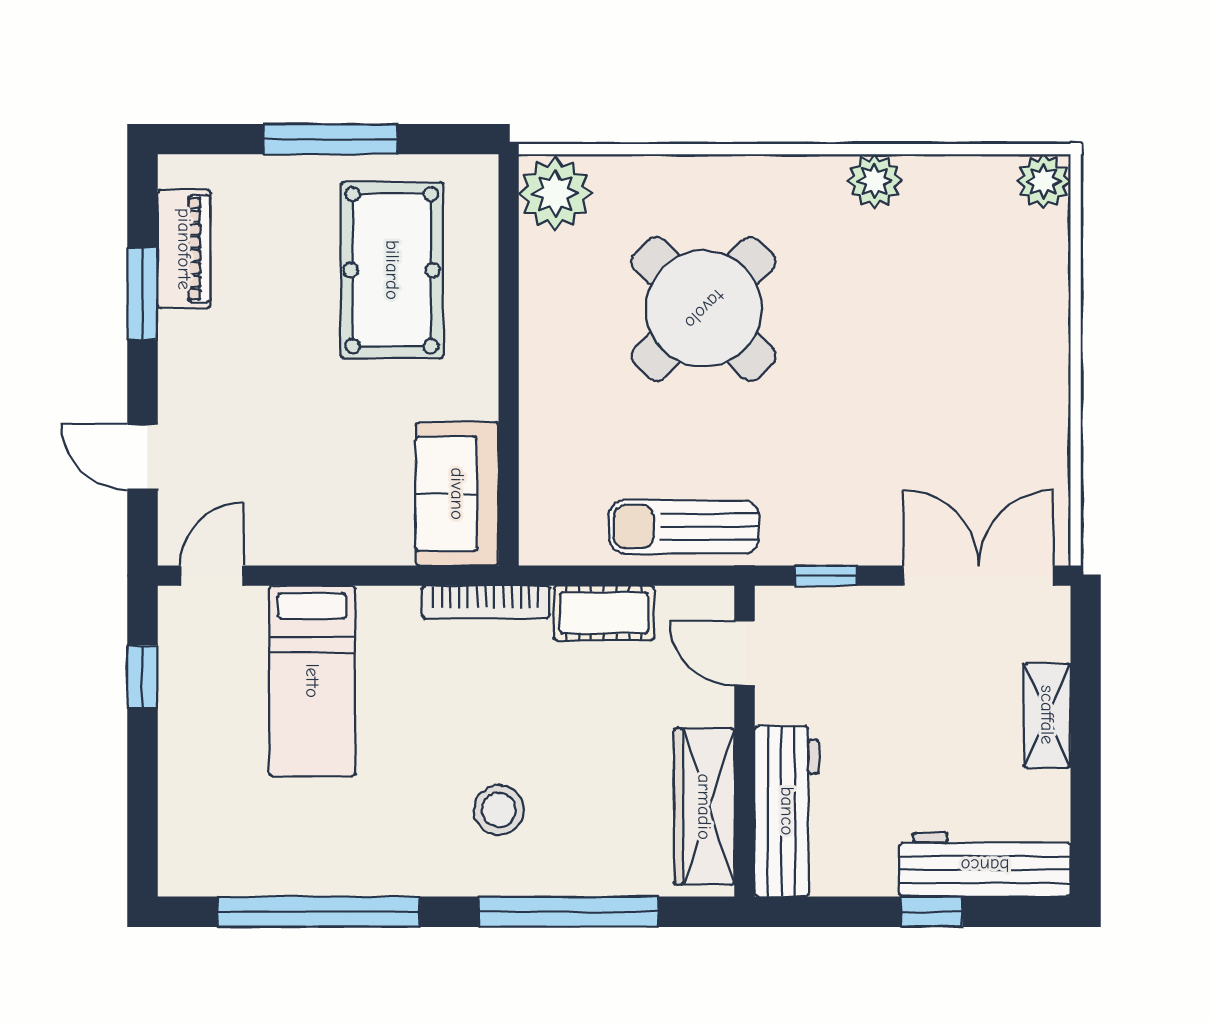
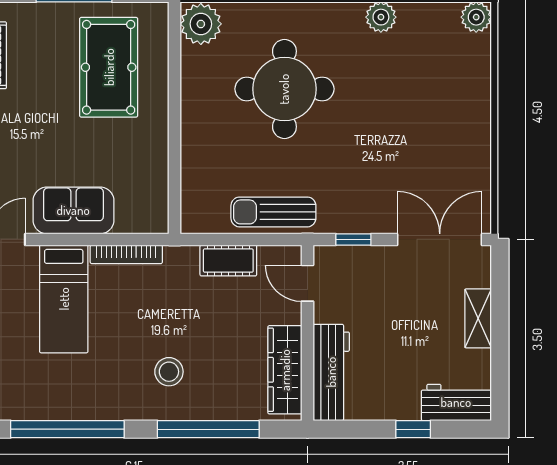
round table: (704, 309) -> (284, 89), turned 45
sofa: (457, 494) -> (73, 210), moved, turned 90
bookcase: (486, 602) -> (126, 254), moved
workbench: (985, 865) -> (456, 402), width x0.73

